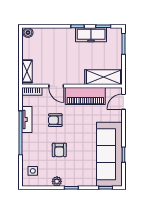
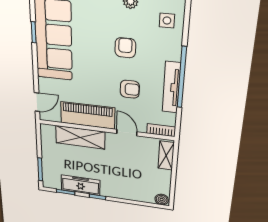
shelving: (103, 77) -> (80, 137), moved
tv unit: (27, 119) -> (171, 87), width x1.41

